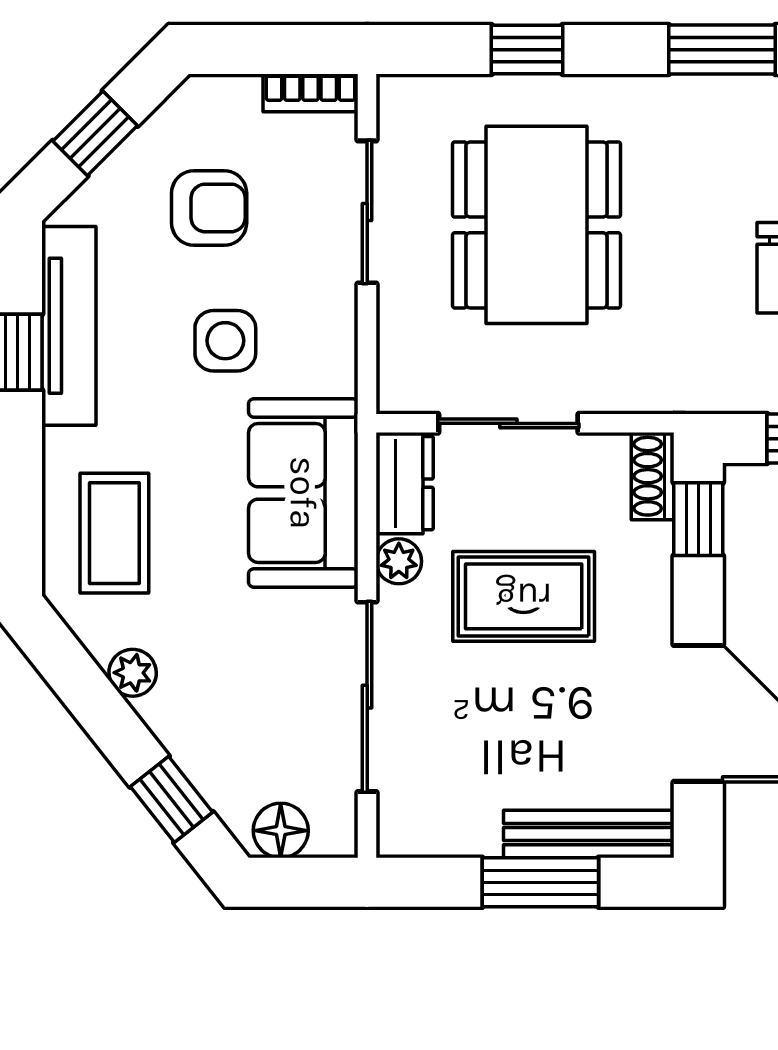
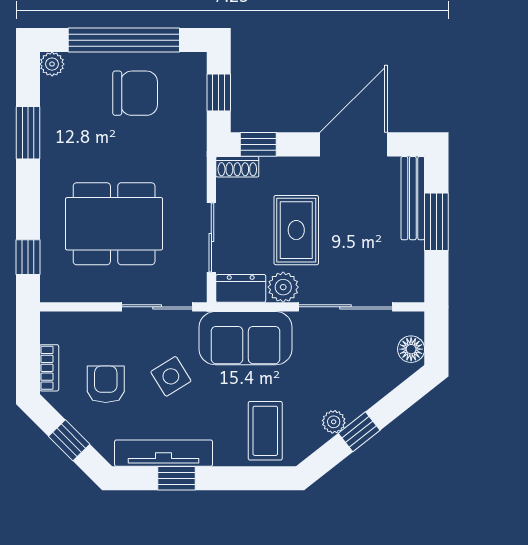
window: (527, 50) -> (28, 257), moved
bookcase: (310, 93) -> (49, 368), moved
sliding door: (367, 212) -> (157, 307), moved
side table: (225, 341) -> (171, 376), turned -32
coffee table: (114, 533) -> (265, 431), turned 90
plant: (399, 561) -> (283, 287), width x1.38, depth x1.38
window: (172, 799) -> (359, 432), moved

